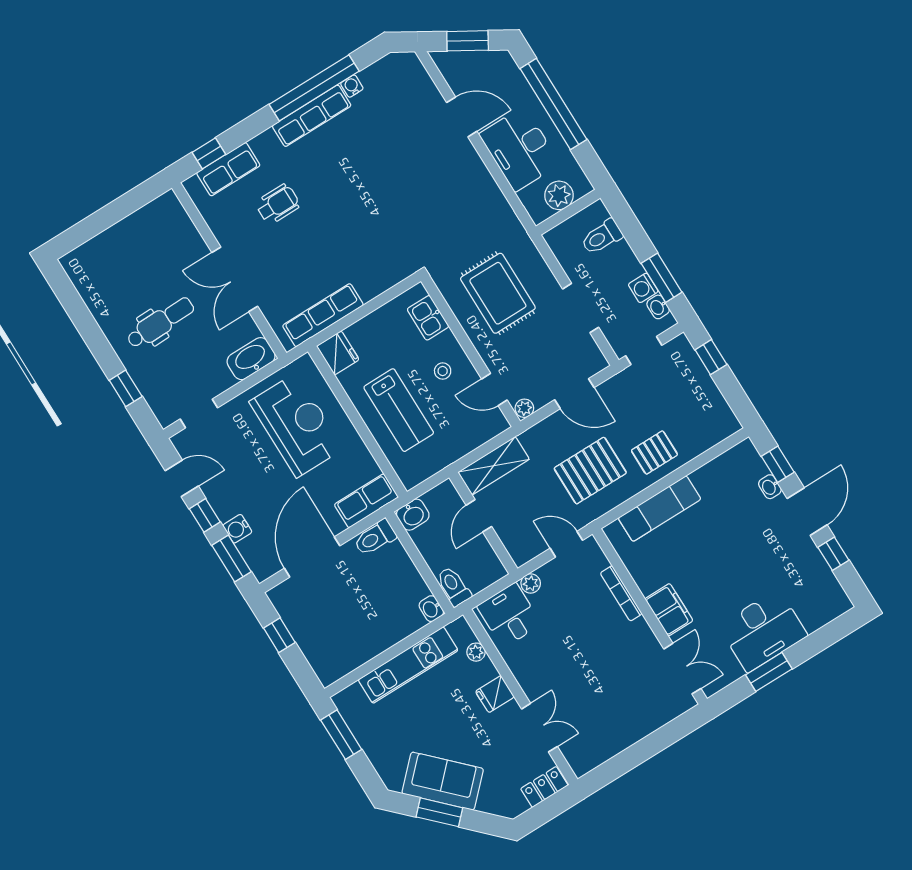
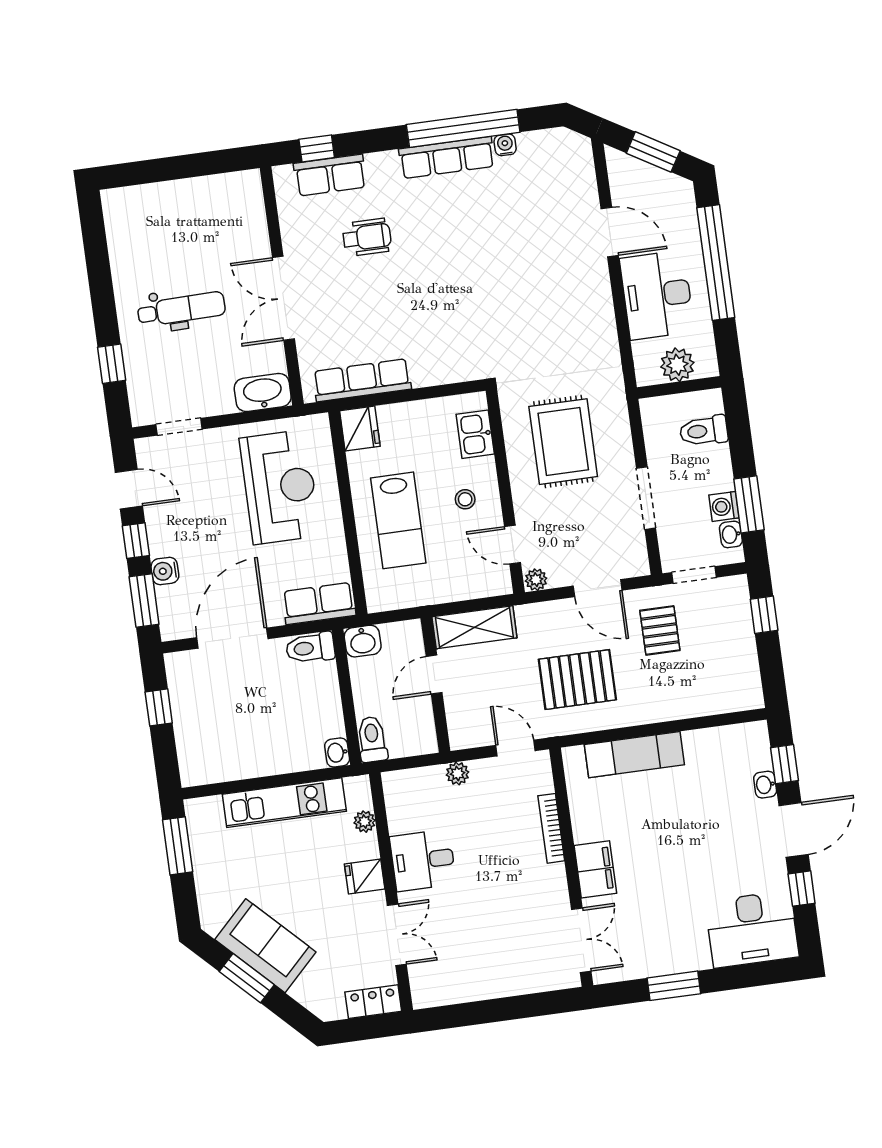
pallet: (654, 453) -> (660, 630), moved, turned 90
desk: (509, 615) -> (423, 860), moved, turned -90
desk: (763, 631) -> (752, 929), moved

